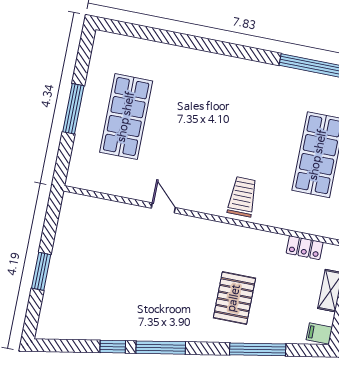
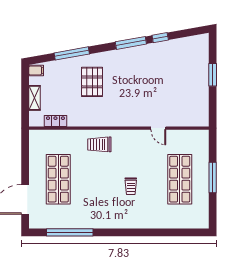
trolley: (206, 121) -> (131, 186), added
trolley: (242, 197) -> (99, 144), turned 90
door: (163, 208) -> (158, 128), moved

